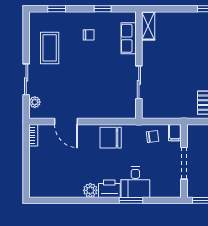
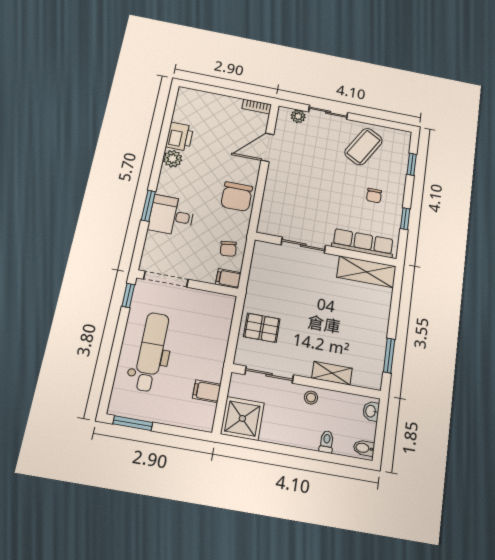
shelving: (148, 26) -> (366, 272), width x1.50, depth x1.33
row of seats: (129, 38) -> (363, 243), width x1.48
coffee table: (50, 48) -> (363, 147), turned -60
chair: (111, 138) -> (237, 197), turned 180
doorway: (184, 163) -> (166, 279), moved
printer: (109, 189) -> (180, 137), moved

